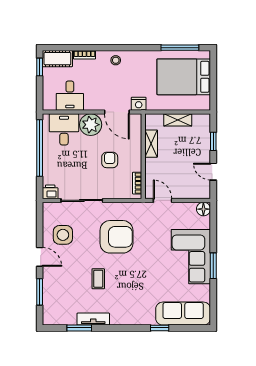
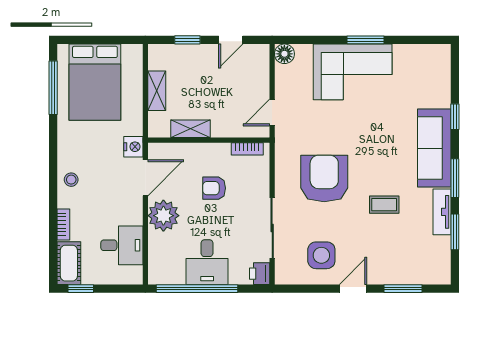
desk: (64, 129) -> (207, 262), moved, turned -90
sofa: (183, 314) -> (434, 148), moved
window: (117, 328) -> (455, 178), added

